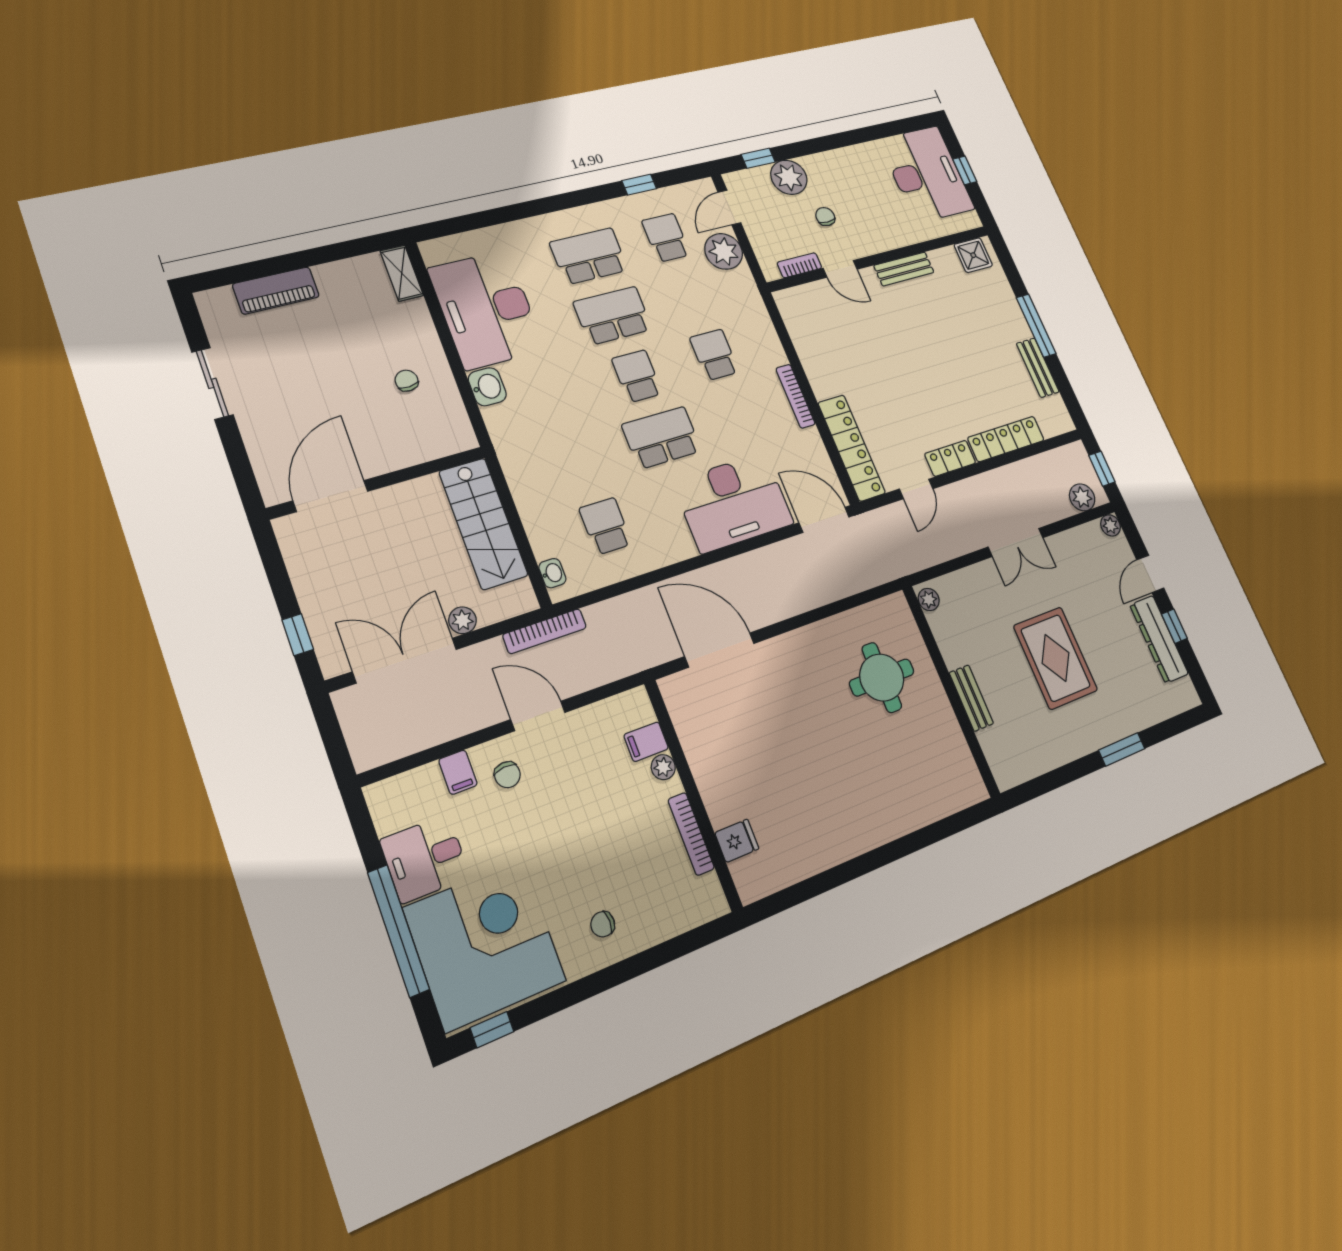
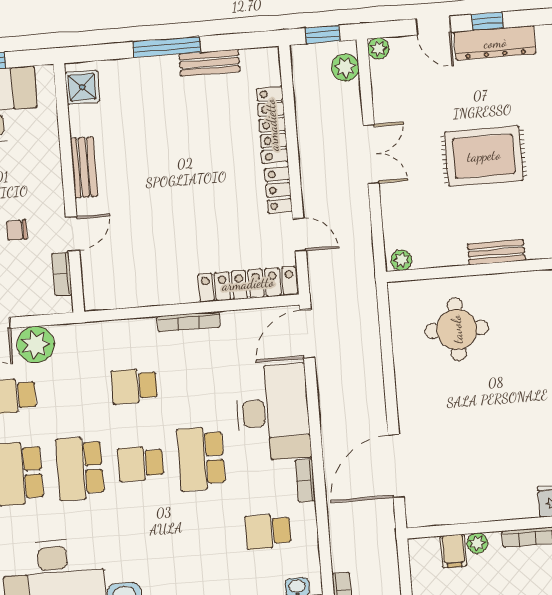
bookcase: (673, 554) -> (305, 481), added

